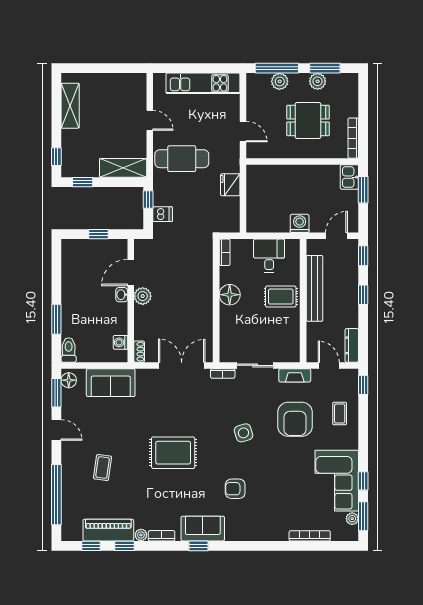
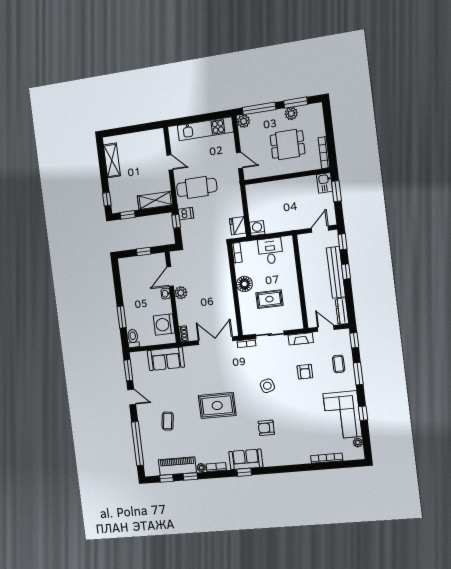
plant: (280, 81) -> (244, 121), moved
fridge: (230, 185) -> (238, 226), moved
dishwasher: (163, 214) -> (186, 214), moved
washing machine: (300, 223) -> (257, 228), moved
bench: (314, 288) -> (336, 272), moved
rug: (281, 297) -> (269, 299), moved
washing machine: (120, 342) -> (164, 325), width x1.89, depth x1.89
floor lamp: (69, 380) -> (136, 360), removed
armchair: (295, 419) -> (305, 372), width x0.53, depth x0.53
window: (363, 516) -> (358, 374), moved

